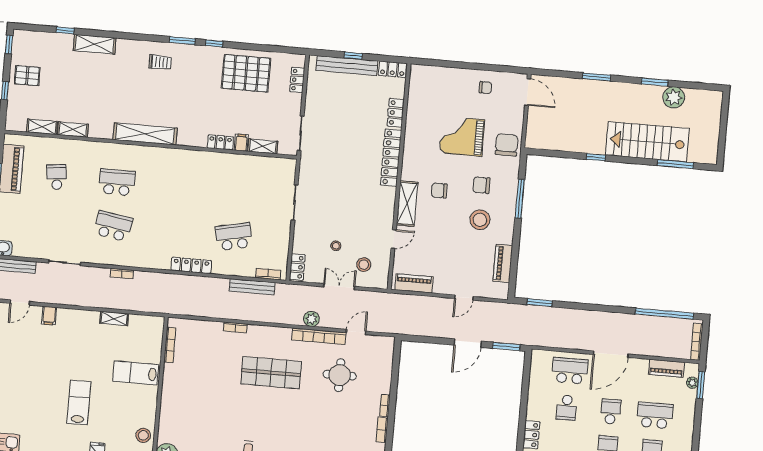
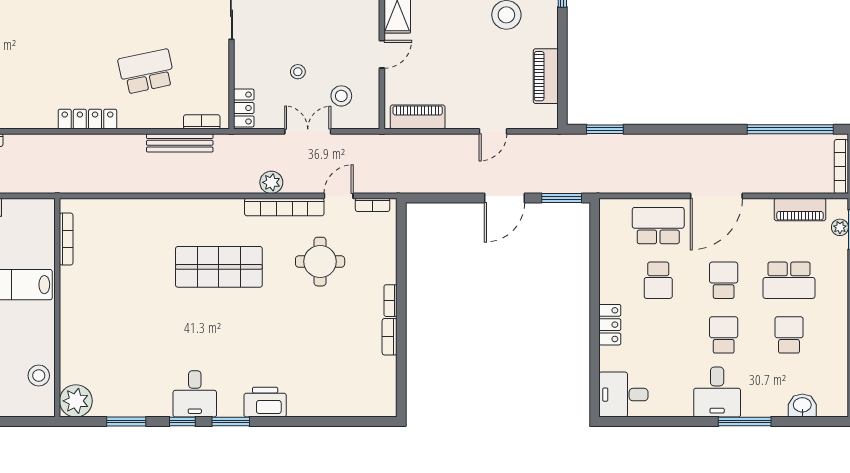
bookcase: (235, 327) -> (373, 205), moved
school desk: (655, 415) -> (789, 280), turned 180

